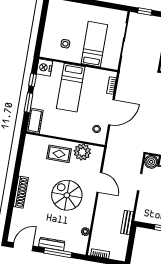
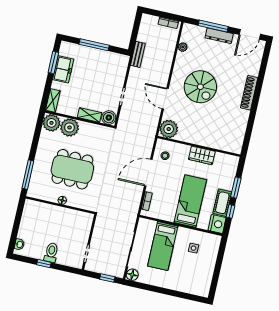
floor lamp: (121, 16) -> (132, 275), added
cot: (35, 121) -> (222, 203), moved
wardrobe: (62, 131) -> (202, 155), added
plant: (82, 152) -> (169, 129), moved
rug: (59, 154) -> (206, 131), removed

